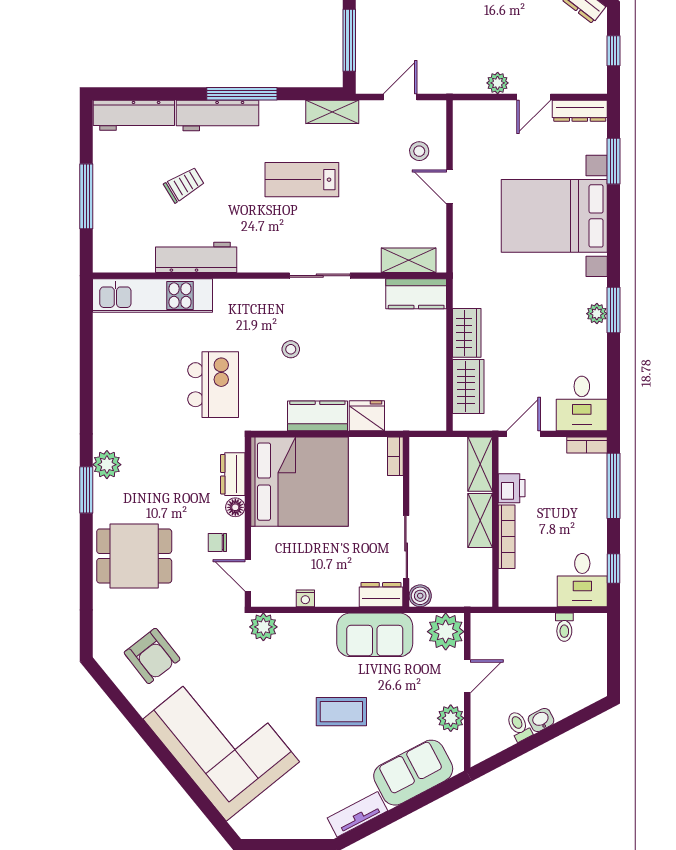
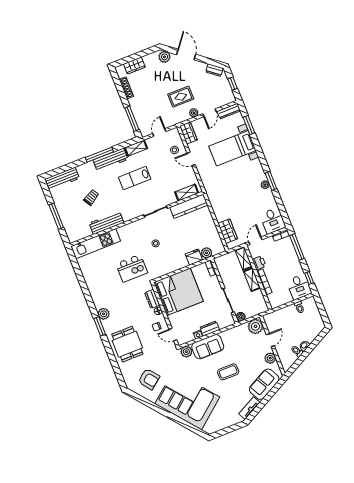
rug: (482, 34) -> (181, 97), added
workbench: (217, 115) -> (111, 160), moved
bed with nightstands: (554, 216) -> (232, 148), width x0.73
kitchen counter: (416, 294) -> (189, 206), width x1.50
wardrobe: (467, 333) -> (188, 133), moved
kitchen island: (213, 385) -> (132, 268), turned 90
kitchen counter: (317, 416) -> (175, 264), removed
plant: (400, 417) -> (207, 253), added
dining table: (134, 556) -> (127, 344), turned 90
dresser: (381, 595) -> (210, 328), moved
sofa: (375, 635) -> (208, 347), moved

